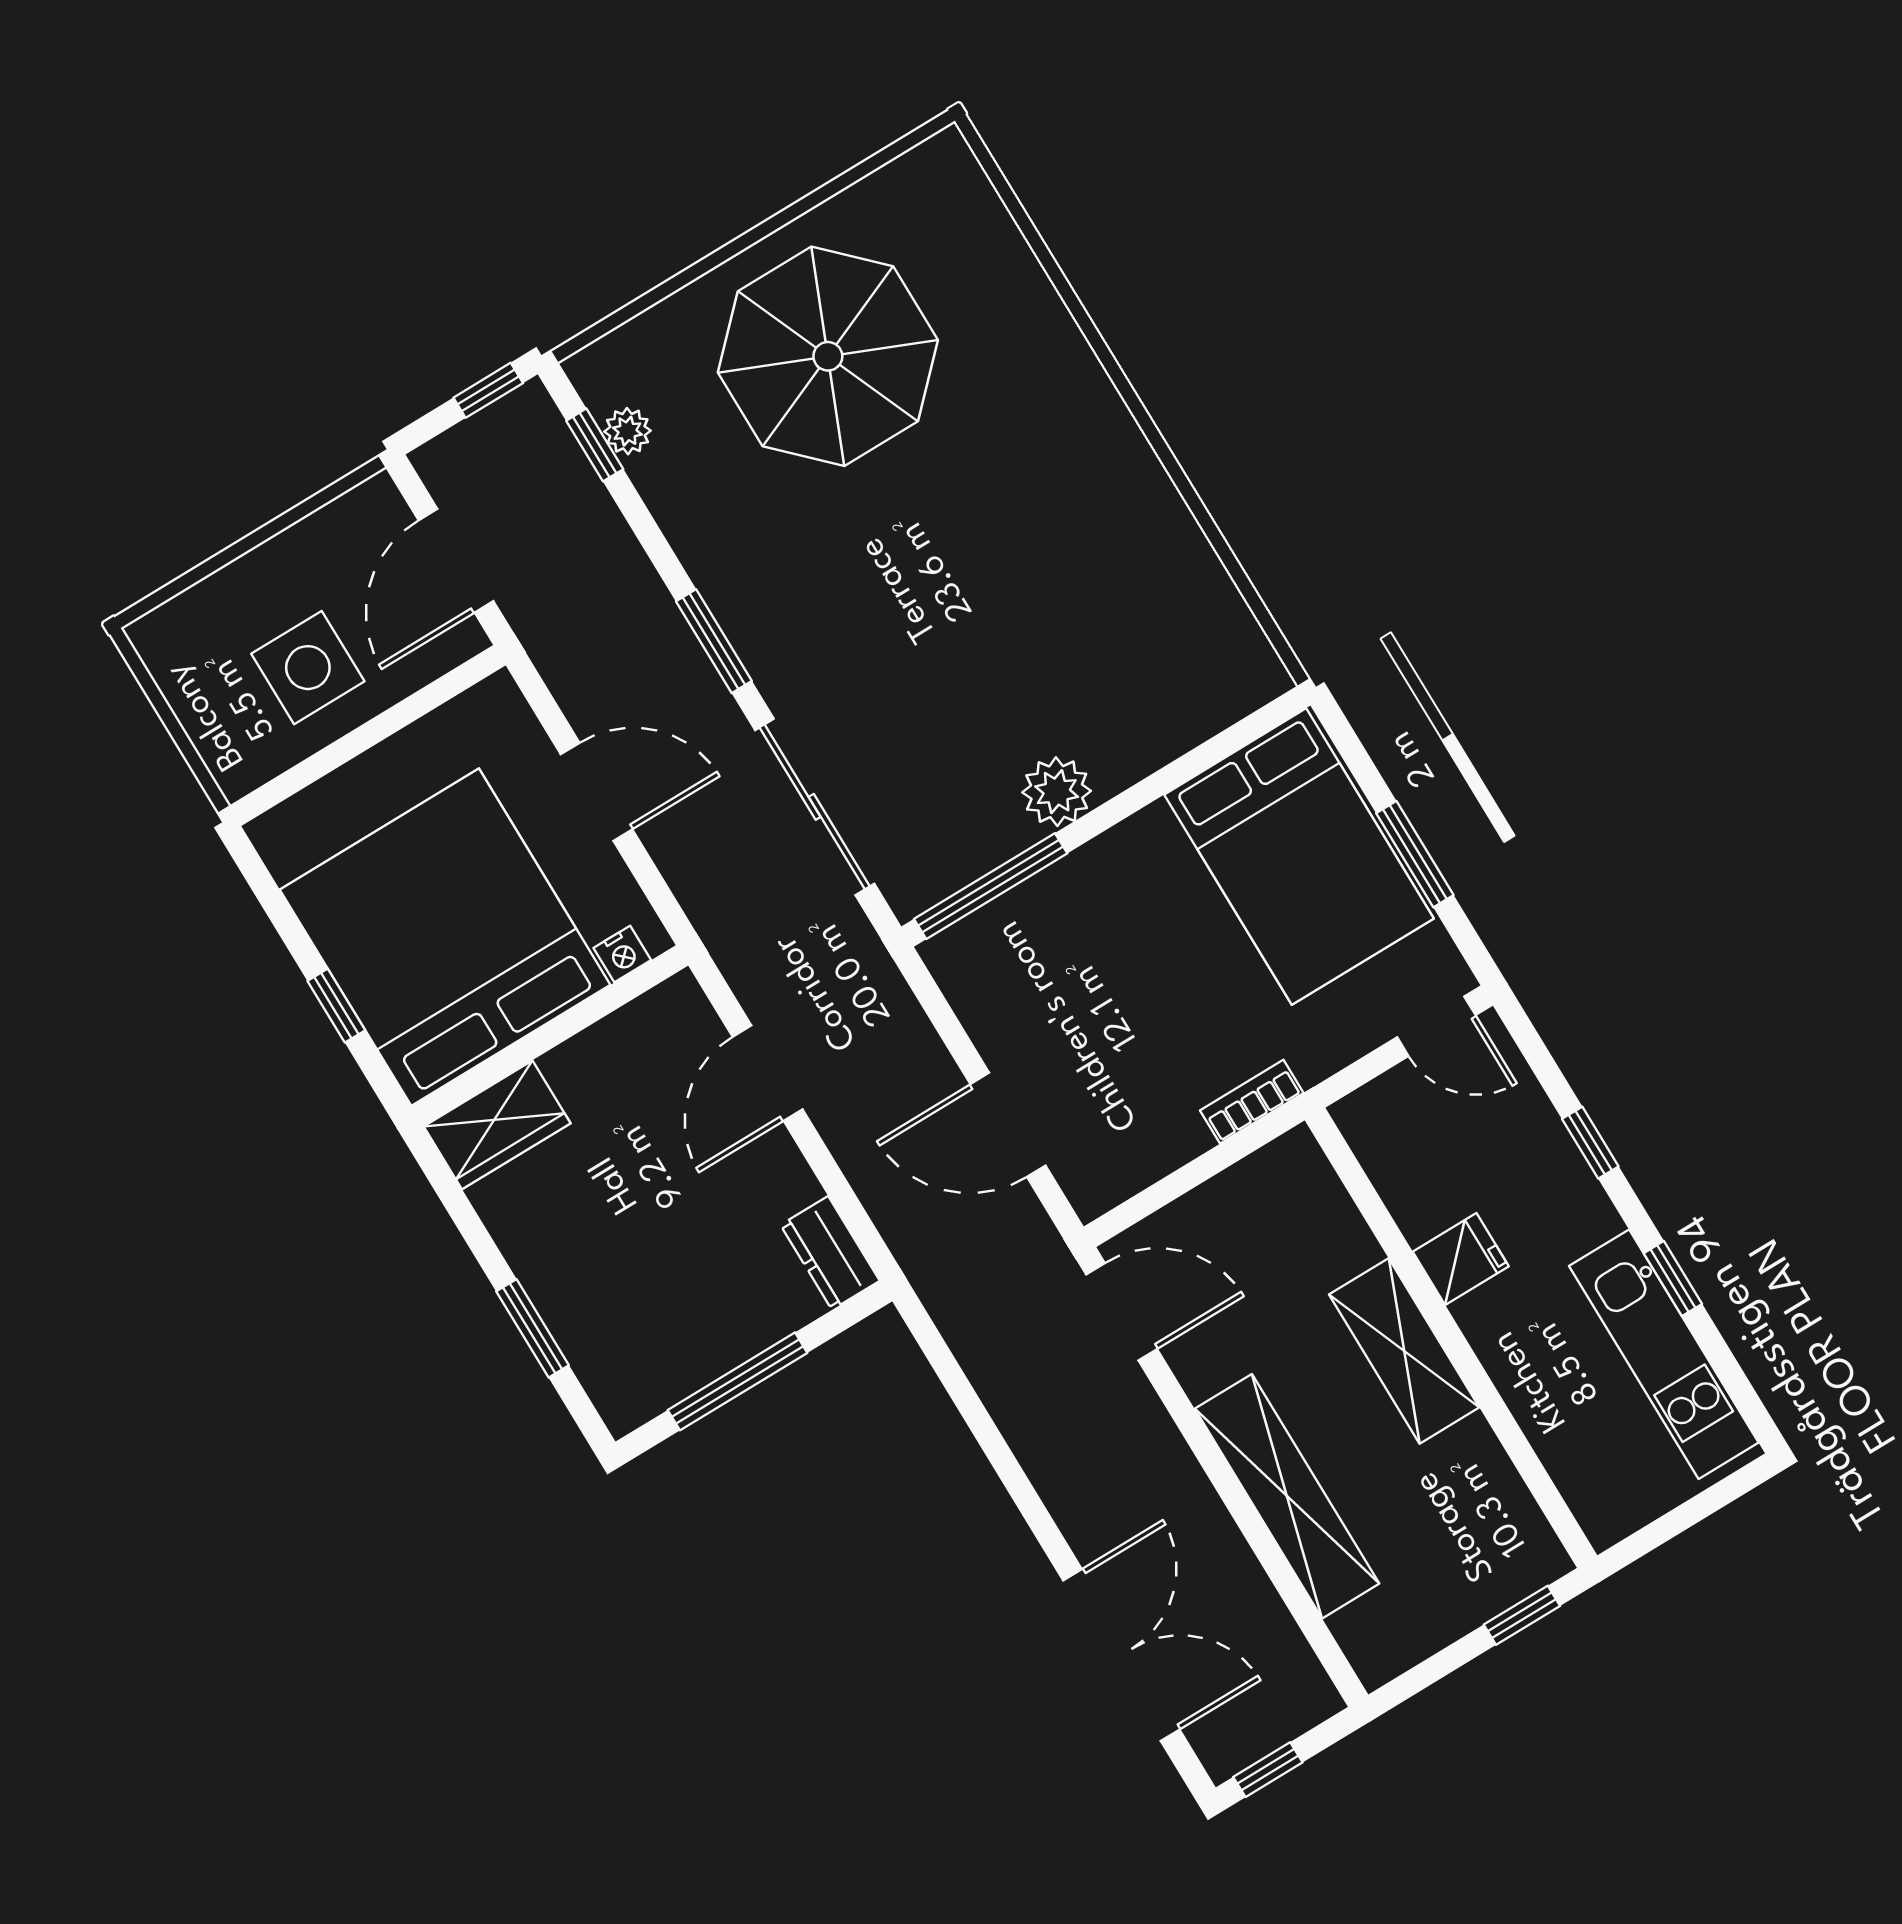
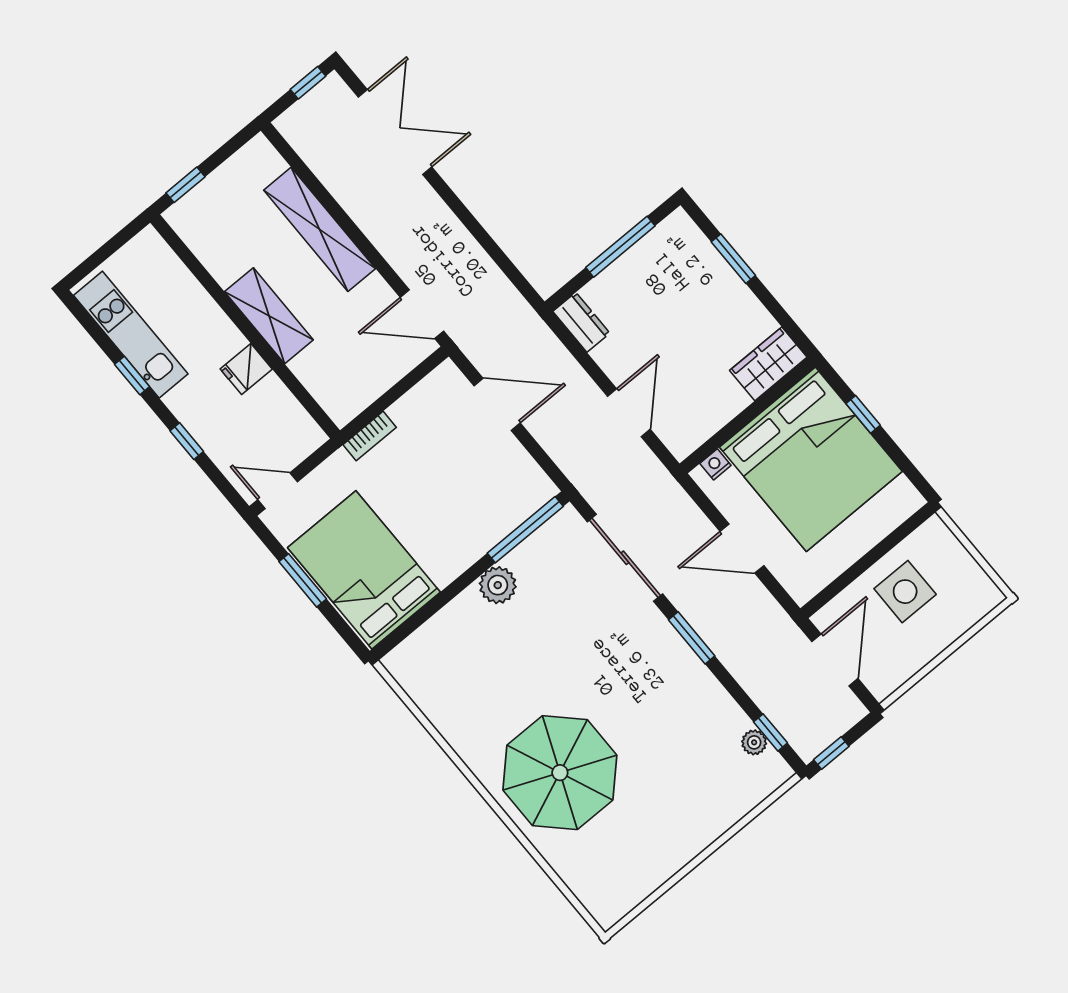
parasol: (828, 356) -> (560, 773), moved
double door: (1121, 1655) -> (395, 132), swing flipped

